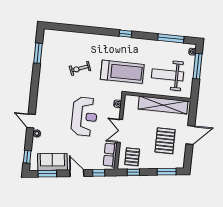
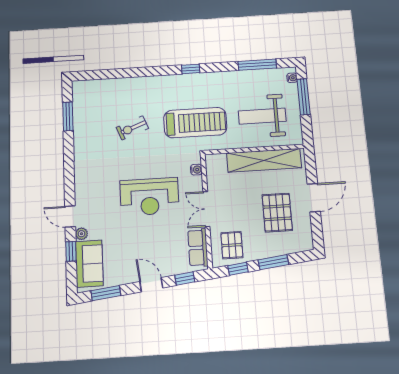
reception desk: (84, 117) -> (149, 197), turned 90
window: (27, 157) -> (71, 251), moved
sofa: (52, 162) -> (89, 264), moved, turned 97
window: (167, 172) -> (273, 262), moved

